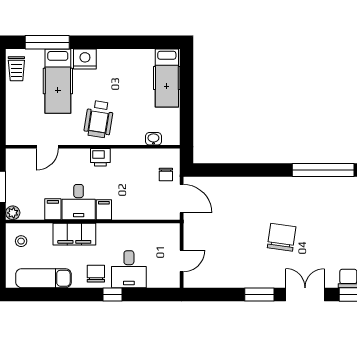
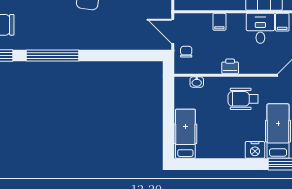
wheelchair: (99, 119) -> (243, 99), turned -99
printer: (100, 157) -> (230, 66), moved
filing cabinet: (104, 210) -> (219, 22), moved

